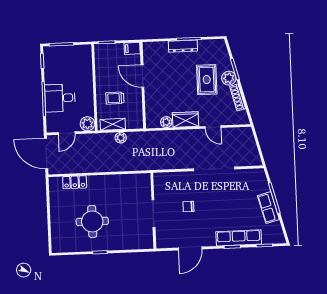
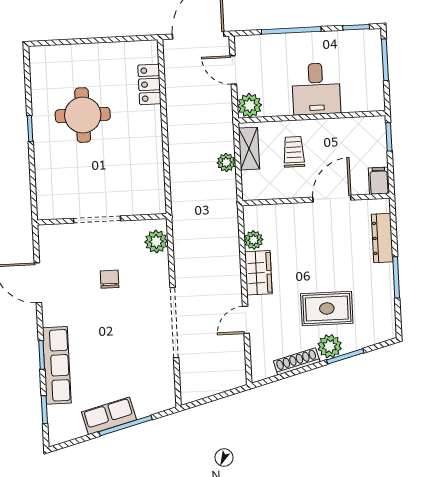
dresser: (183, 46) -> (382, 238), moved
desk: (60, 98) -> (316, 89), moved, turned 180
plant: (167, 179) -> (156, 242), added

